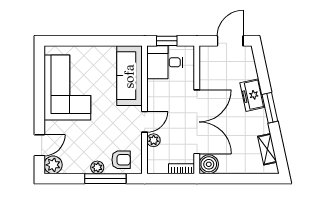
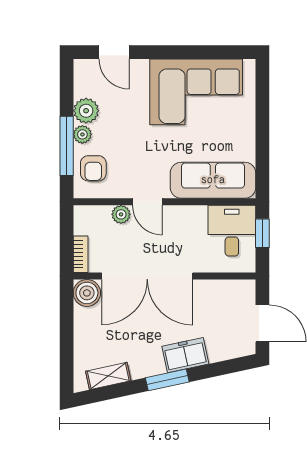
plant: (53, 165) -> (86, 111), moved

